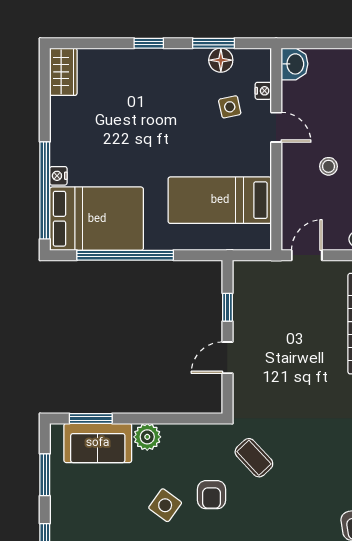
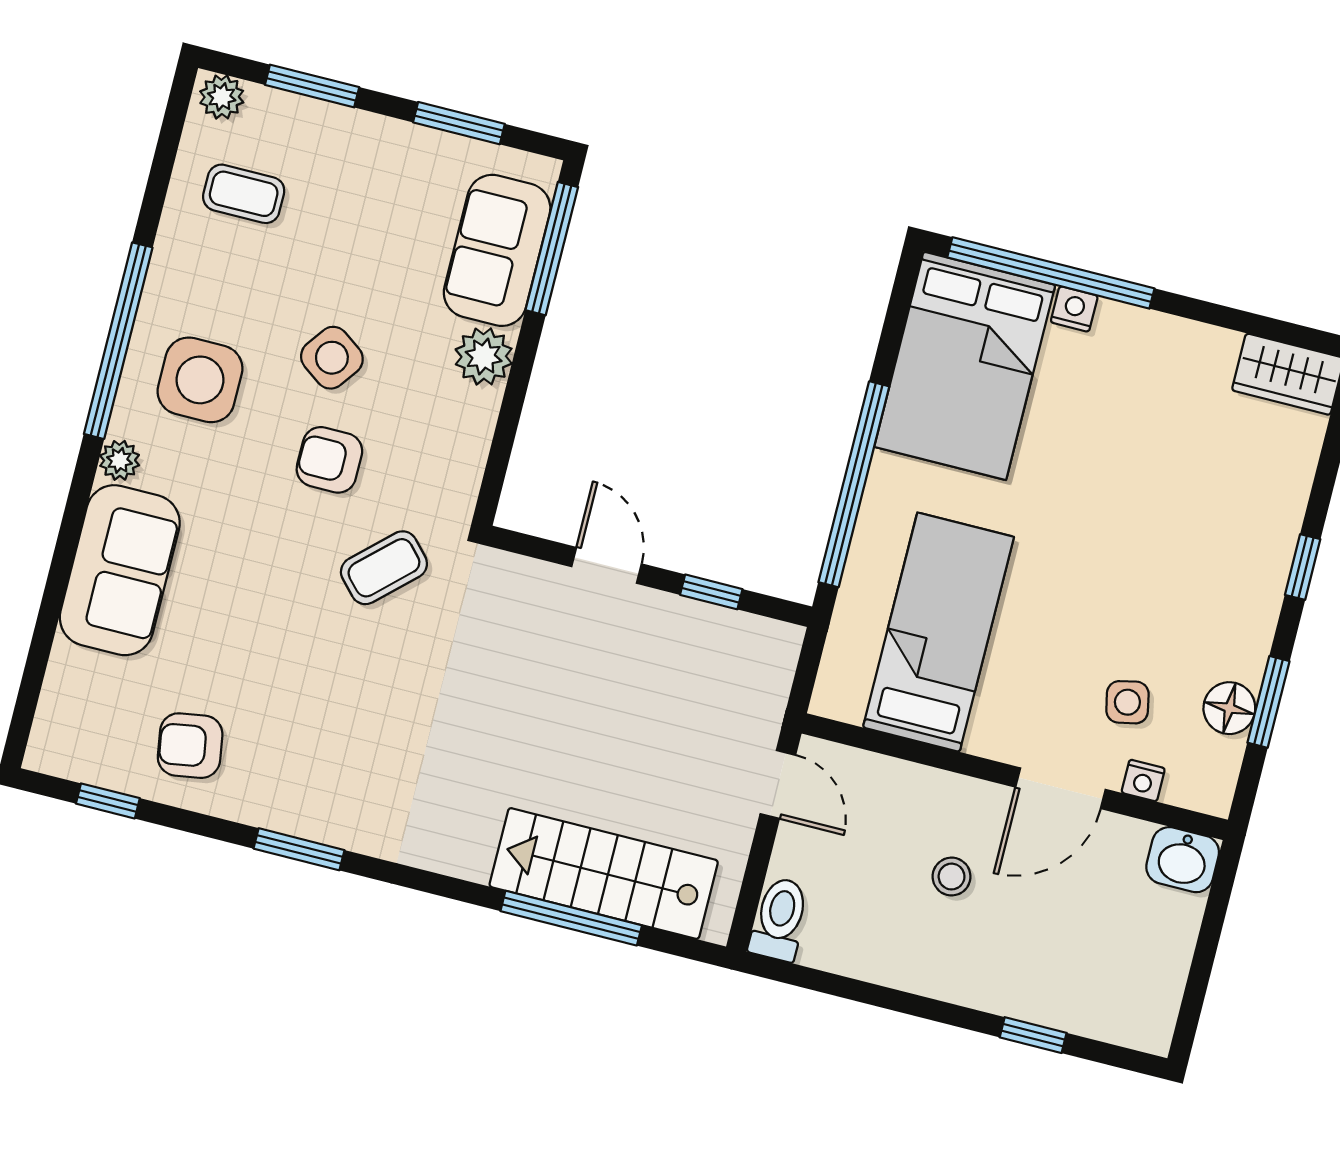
door: (276, 127) -> (1060, 788), width x1.38
window: (125, 255) -> (854, 484), moved
window: (91, 418) -> (552, 249), width x1.44

